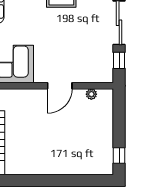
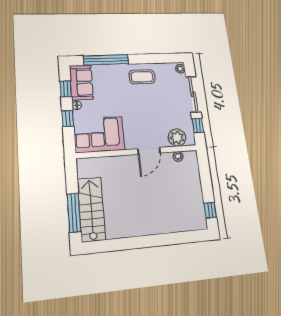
plant: (93, 73) -> (177, 138), added

